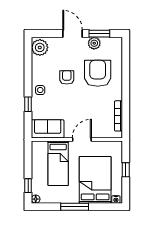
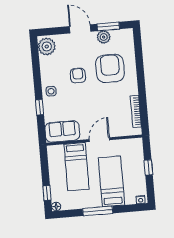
bed: (95, 180) -> (111, 181), width x0.67

